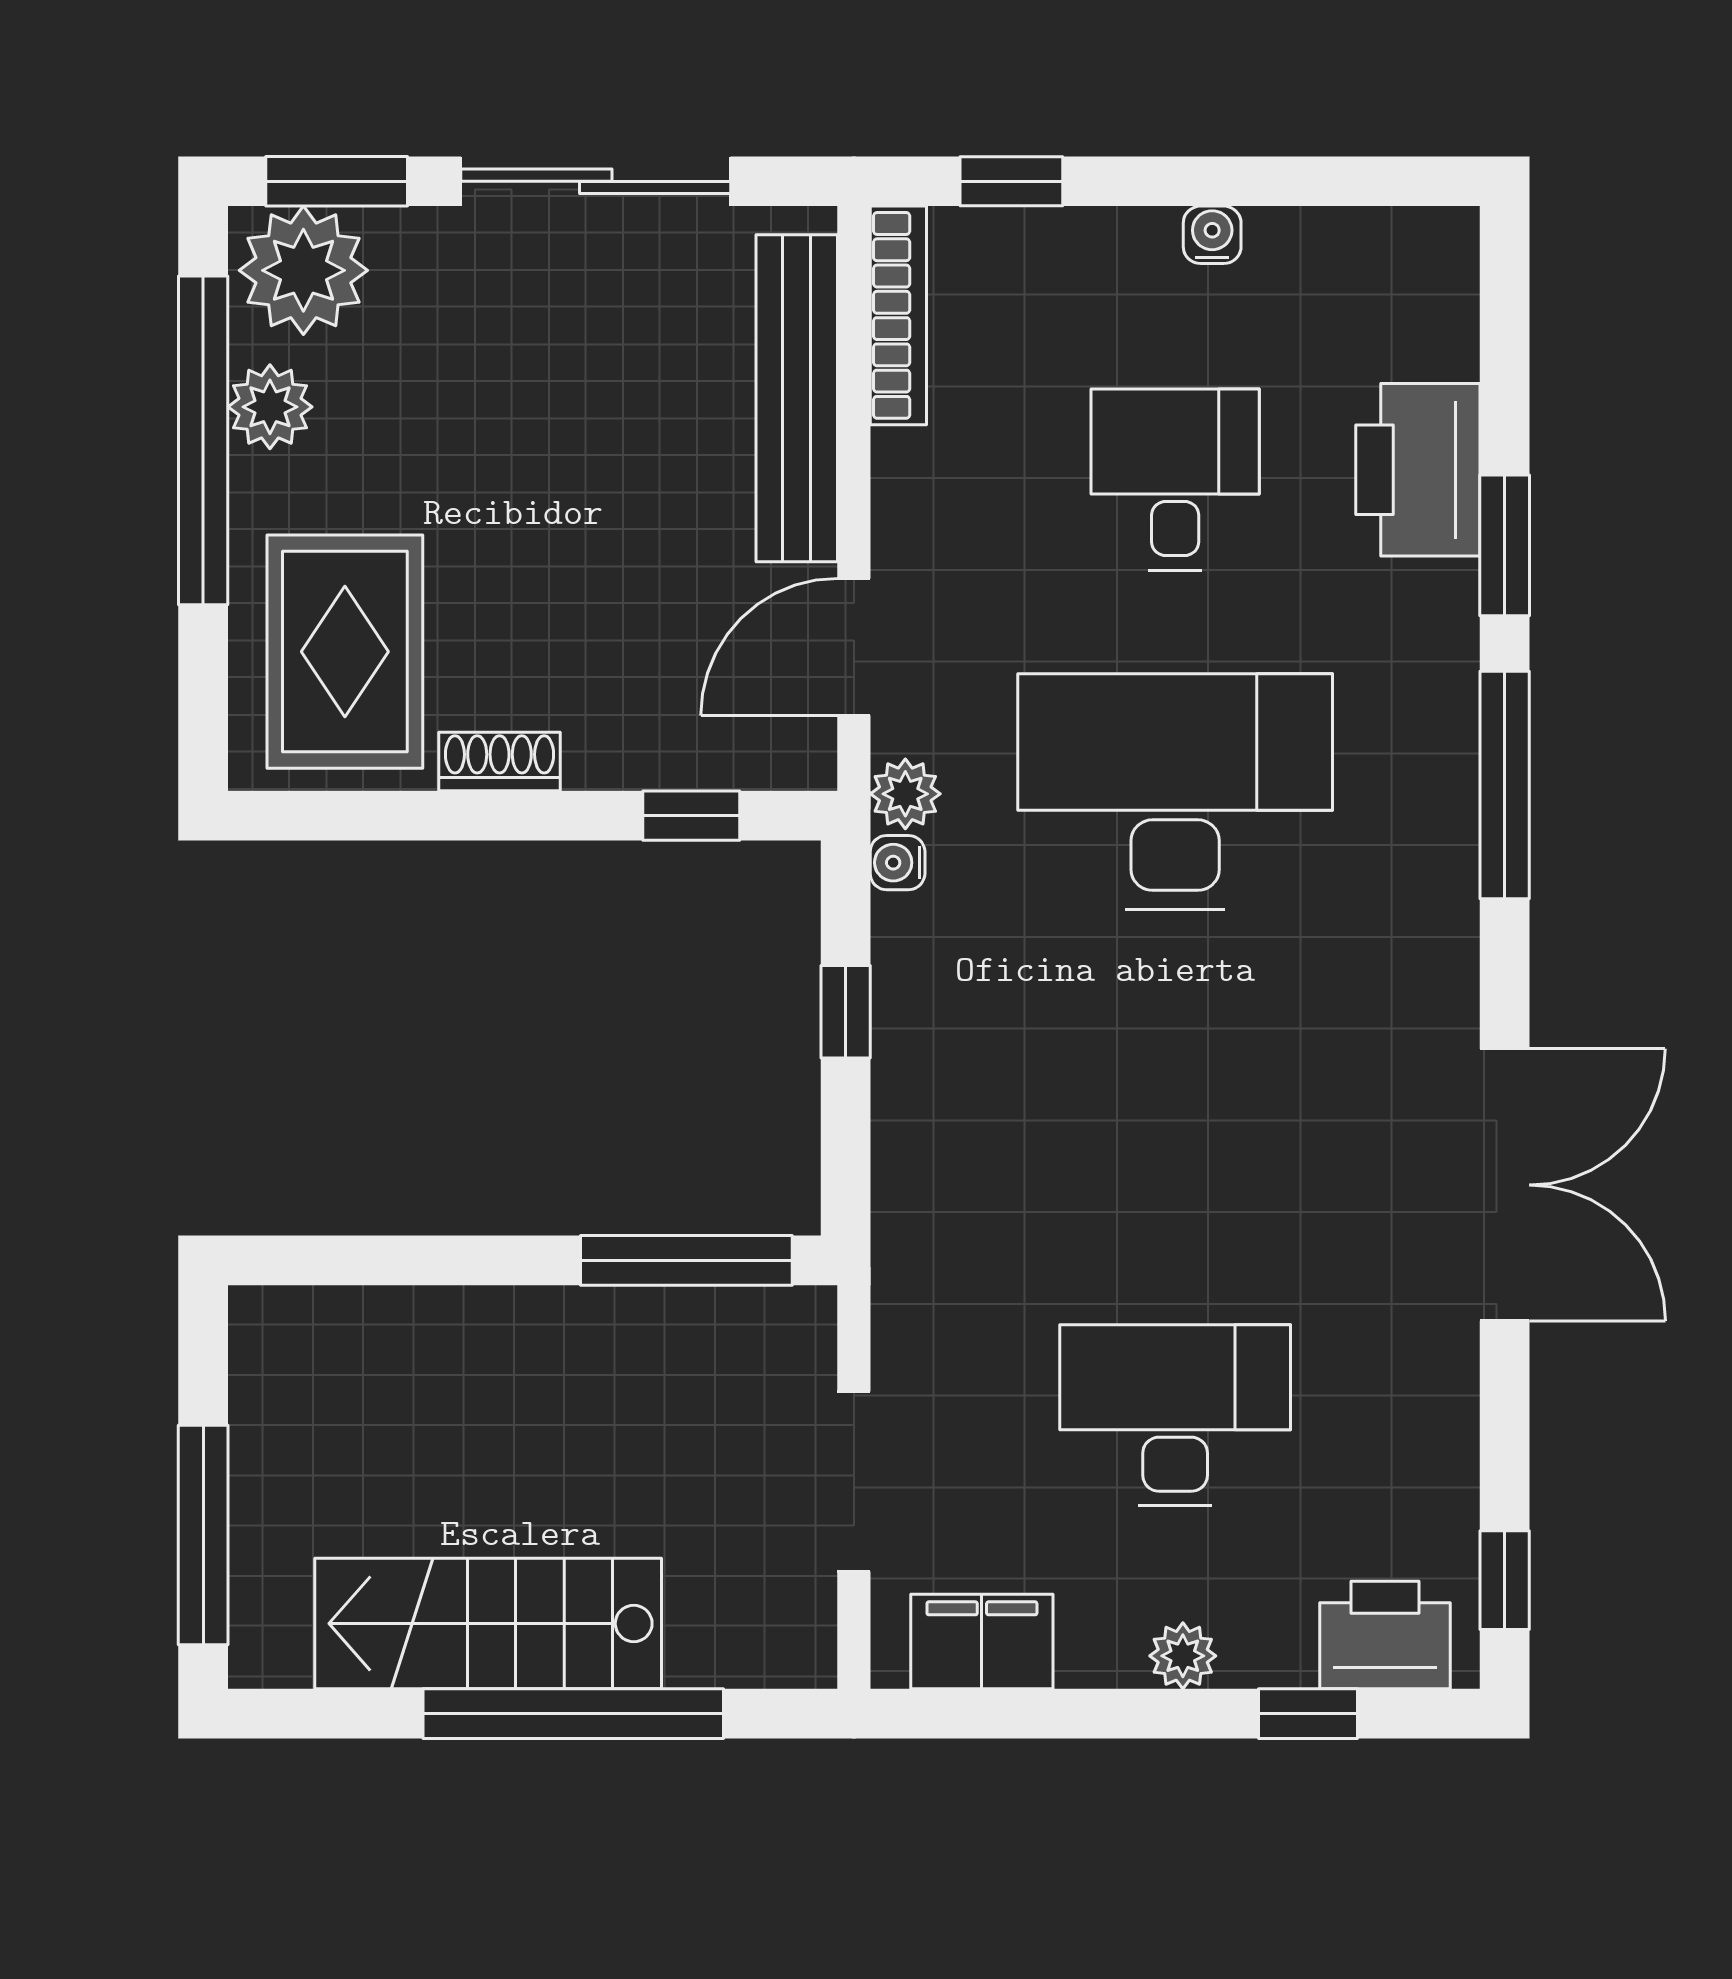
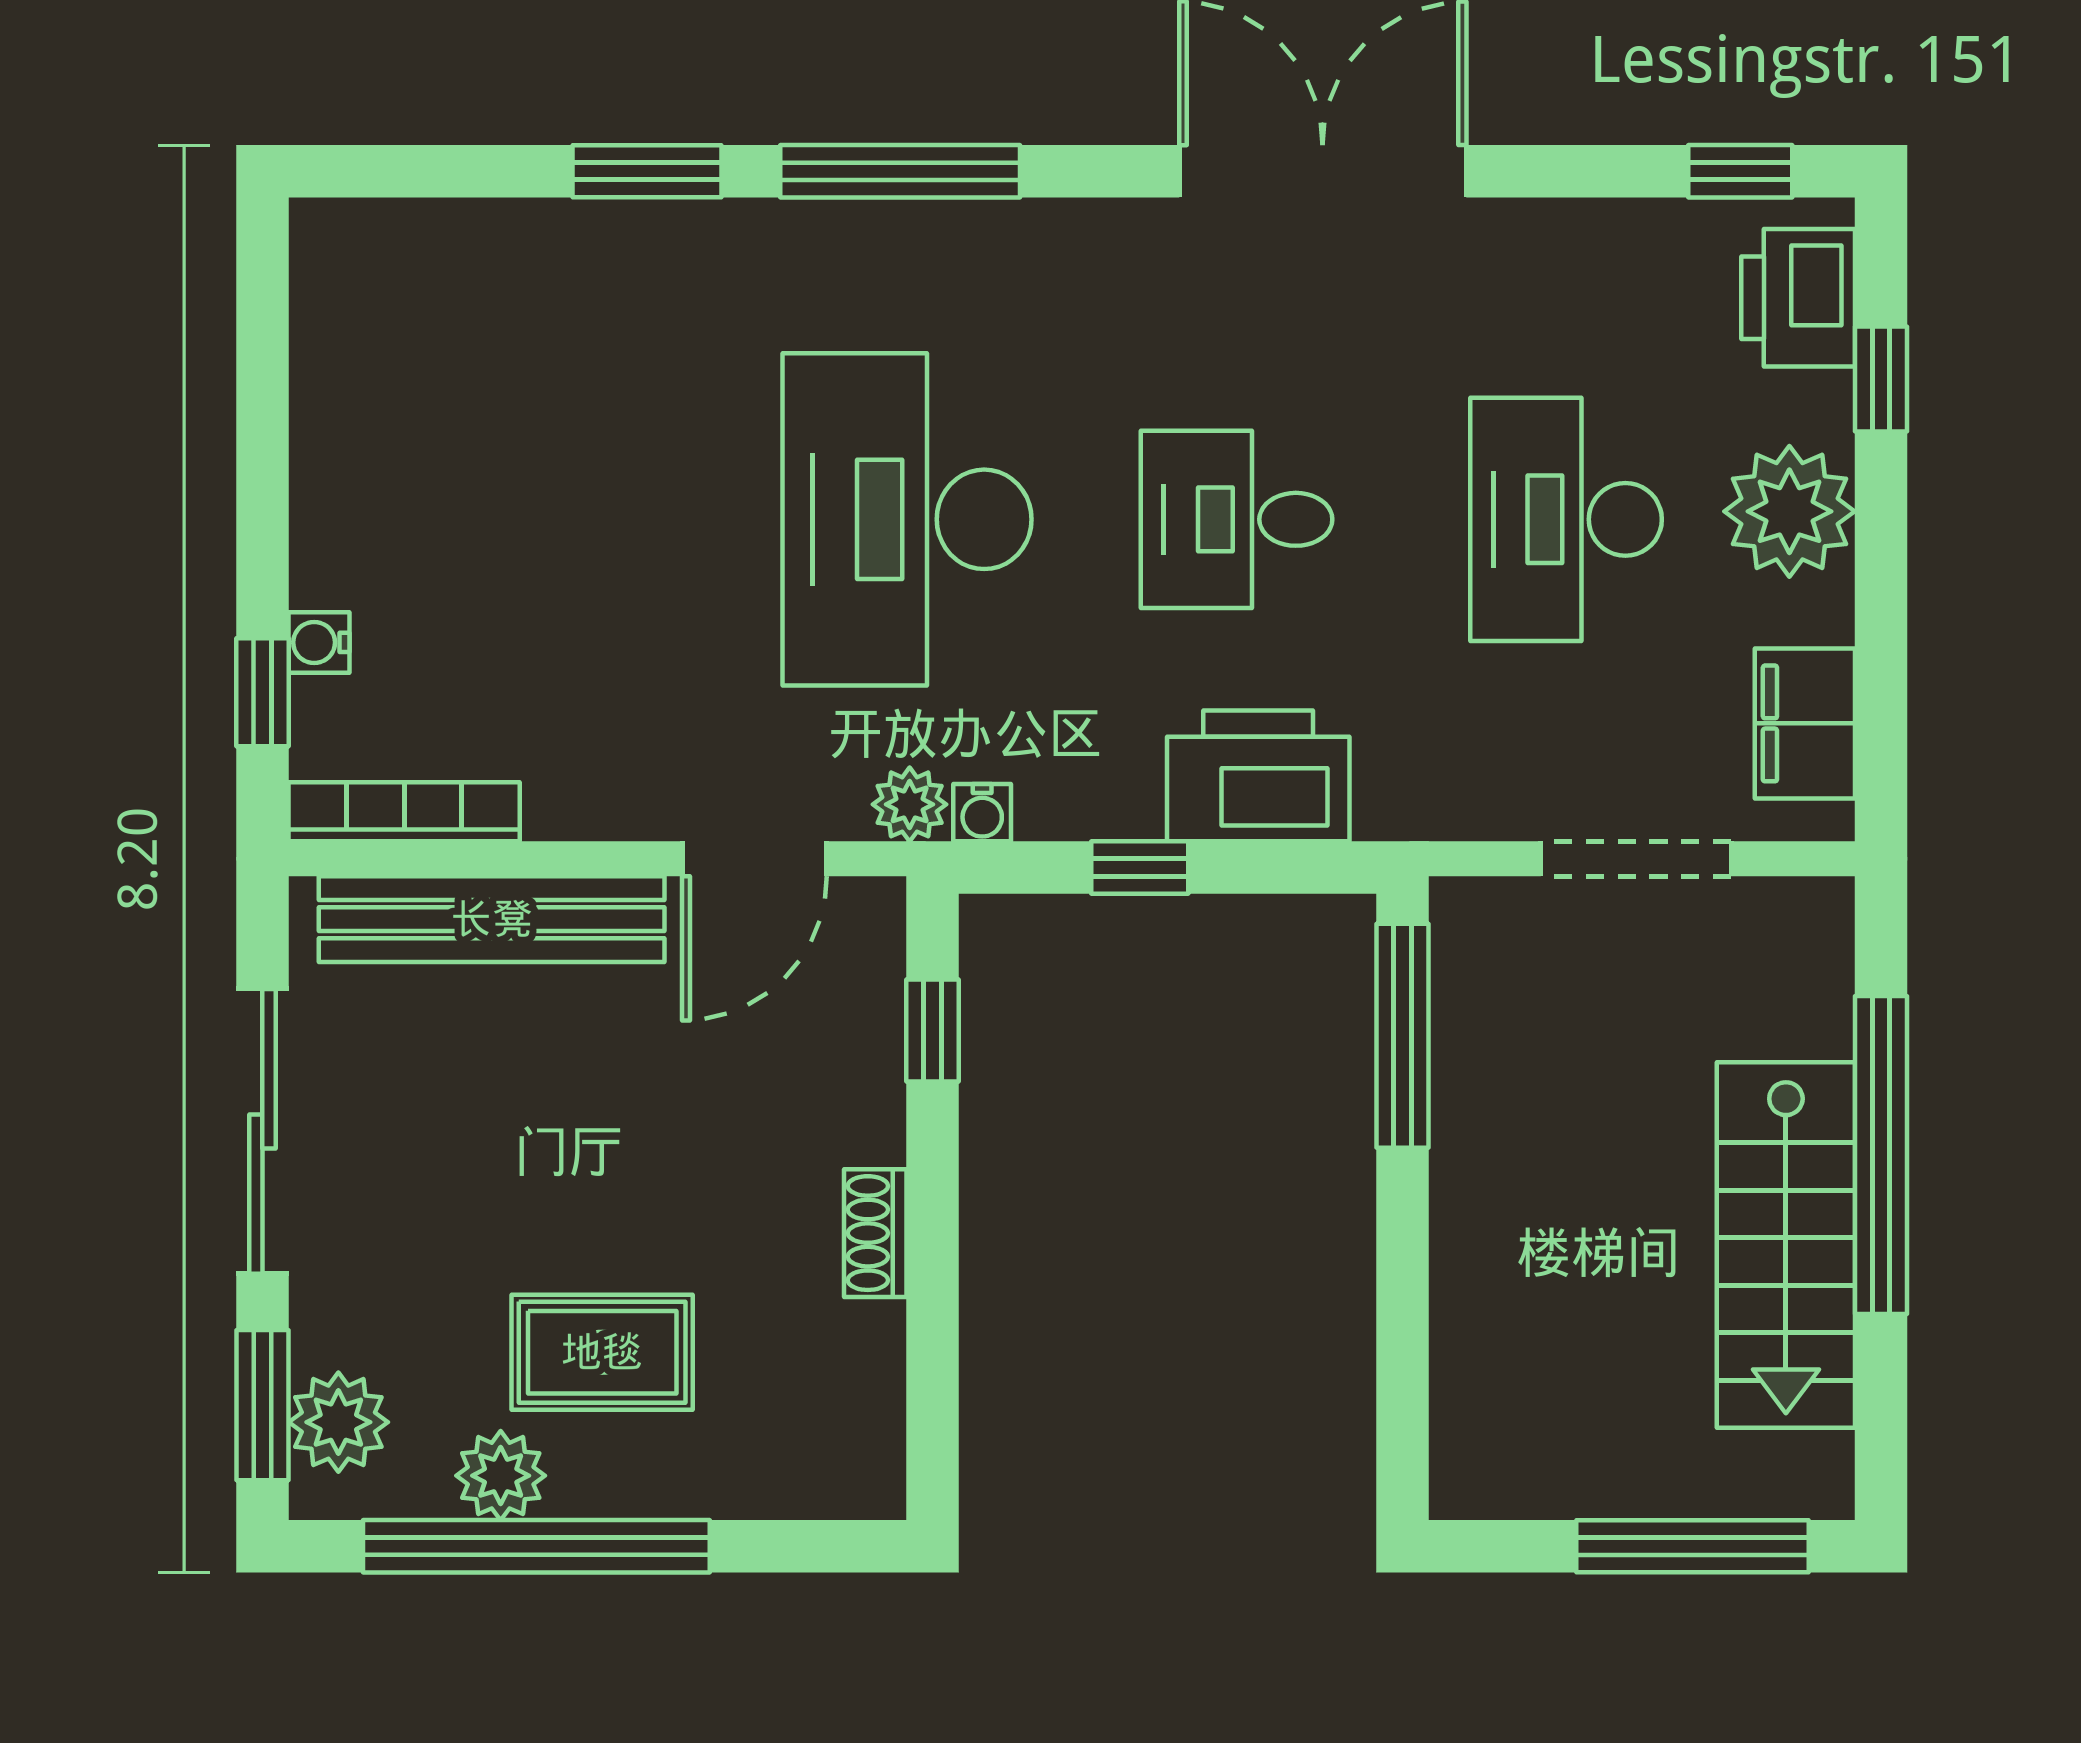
water cooler: (1212, 235) -> (319, 642), moved
plant: (303, 270) -> (338, 1422), width x0.73, depth x0.73
printer: (1418, 470) -> (1258, 776), moved, turned 180
desk: (1175, 480) -> (1237, 519), moved
door: (854, 647) -> (754, 859), hinge flipped
rug: (345, 652) -> (602, 1352), moved, width x0.73, depth x0.70
plant: (1183, 1656) -> (1789, 511), width x1.87, depth x1.87

